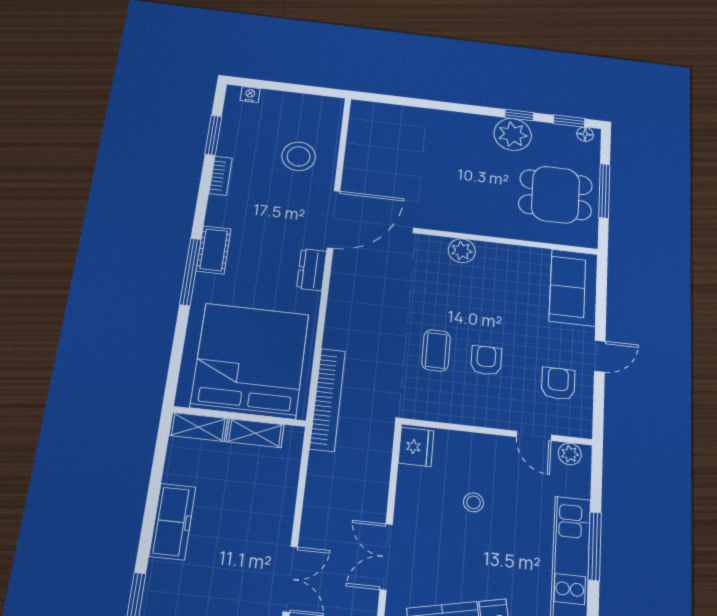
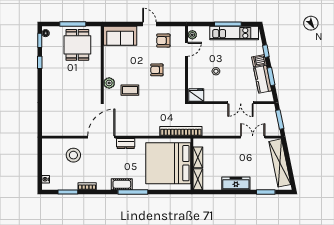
plant: (513, 134) -> (50, 65), removed
door: (334, 219) -> (101, 137), hinge flipped
coffee table: (436, 350) -> (130, 90), moved

